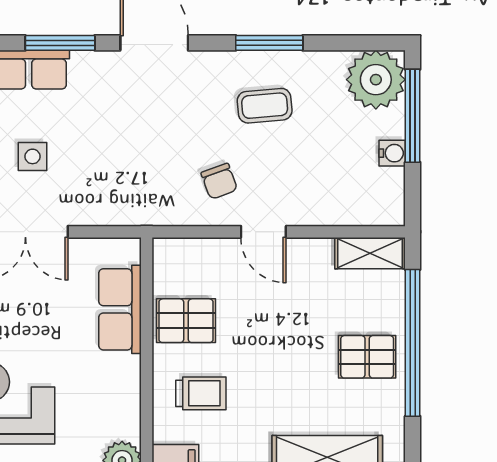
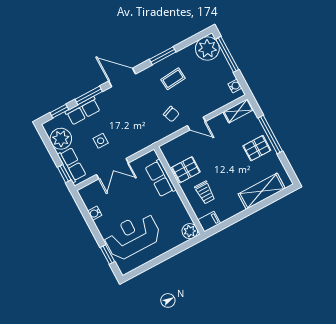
water cooler: (392, 153) -> (235, 86), moved
window: (413, 343) -> (270, 135), width x0.68
trolley: (201, 393) -> (205, 193), turned 90

